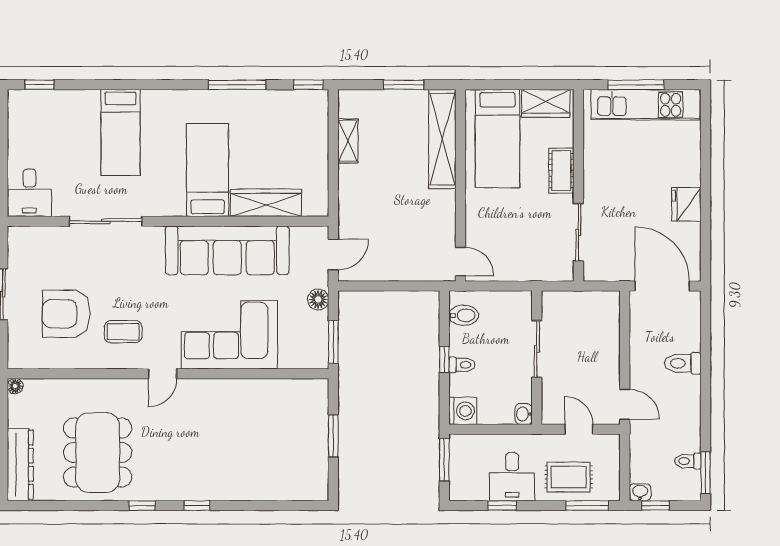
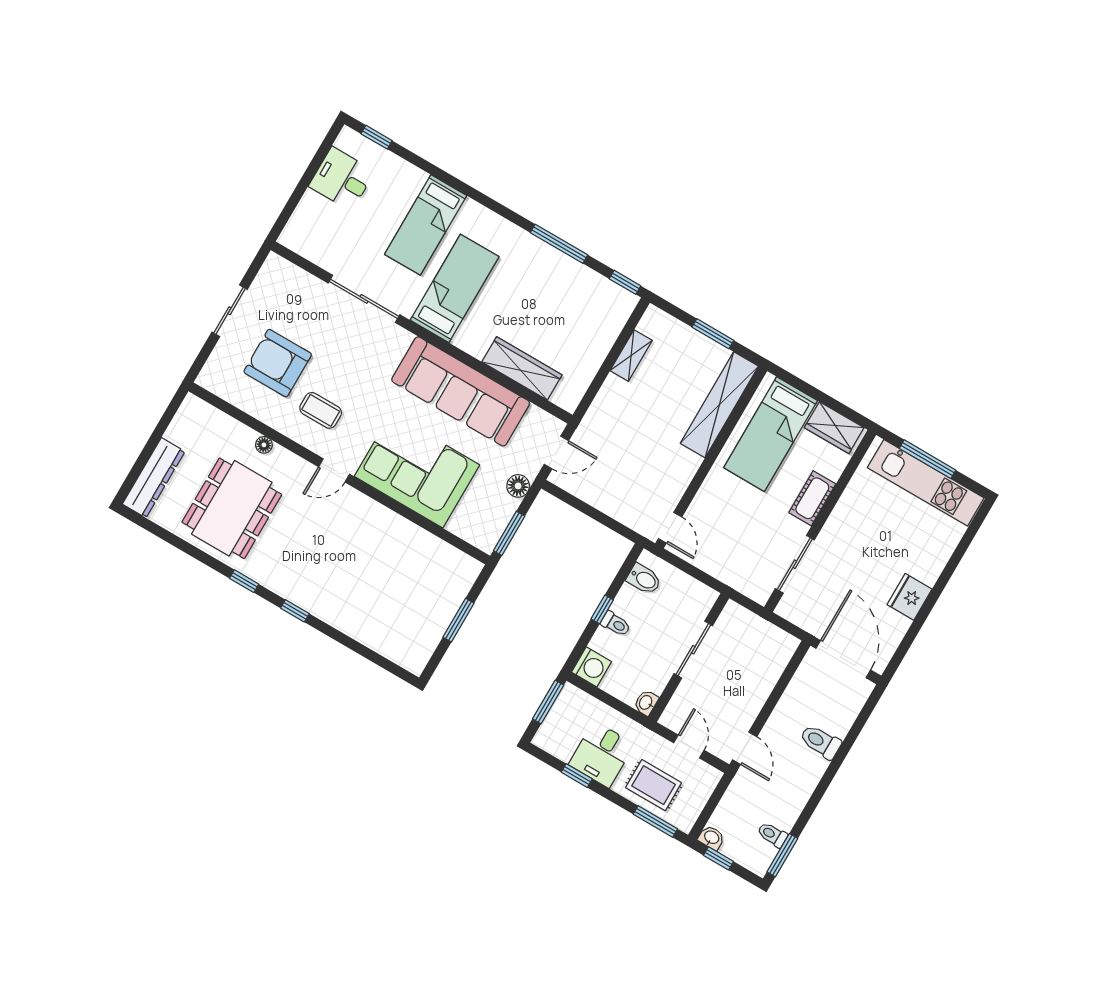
bed: (208, 170) -> (455, 288), moved
desk: (29, 193) -> (342, 179), moved, turned 90
floor lamp: (15, 386) -> (264, 445), moved

